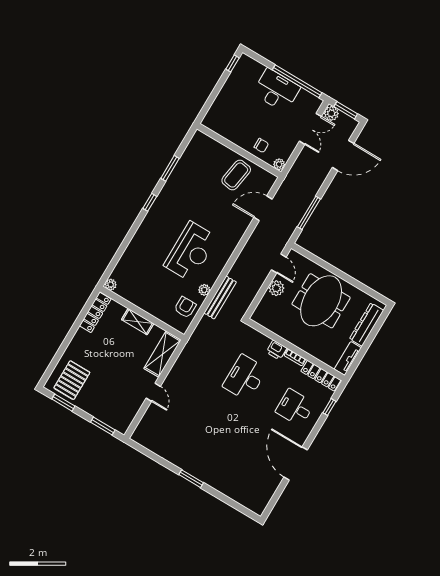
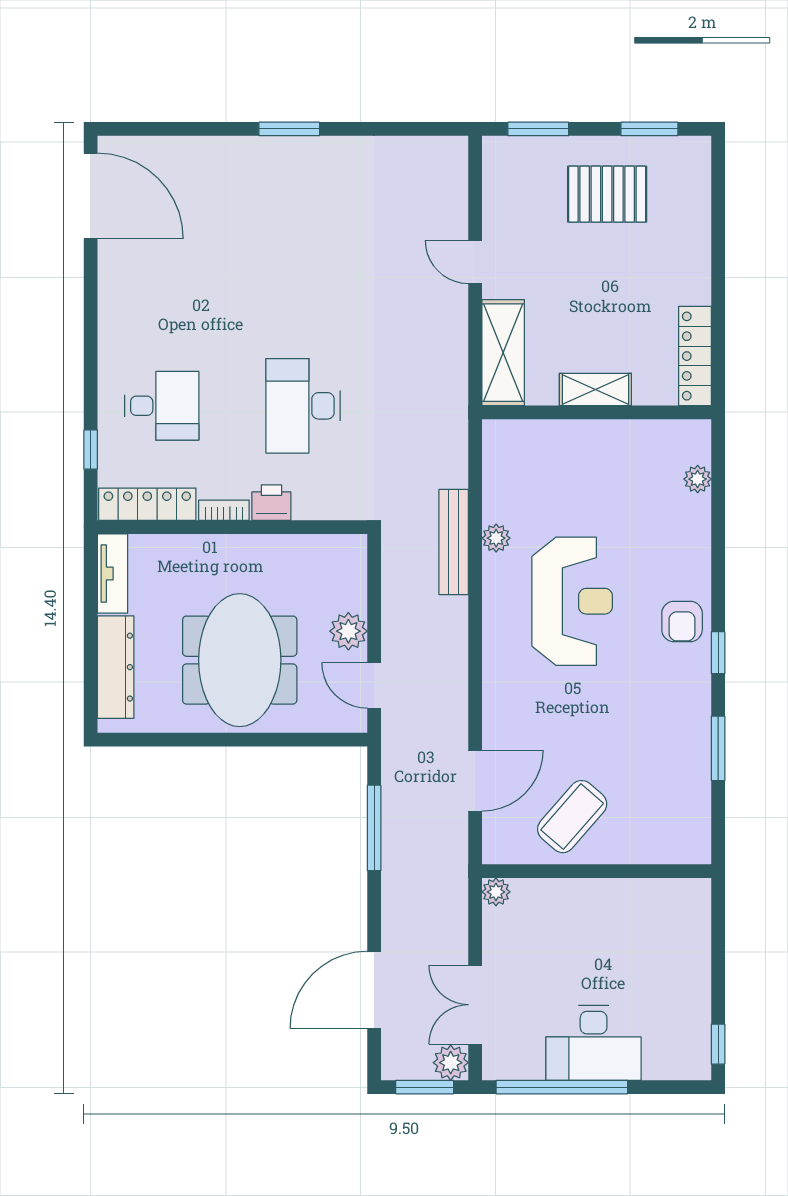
chair: (261, 145) -> (557, 909), removed
coffee table: (236, 175) -> (572, 817), turned 32
reception desk: (191, 251) -> (572, 601), turned 180
plant: (111, 285) -> (698, 479), moved
armchair: (185, 307) -> (682, 621), moved
desk: (245, 378) -> (303, 406), turned 180
pallet: (72, 380) -> (607, 194), moved, turned 90
door: (296, 464) -> (91, 196), moved

